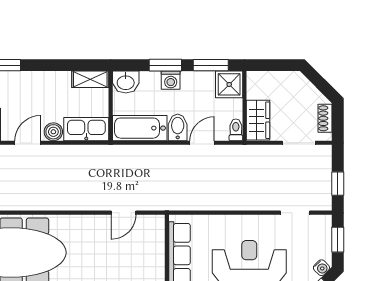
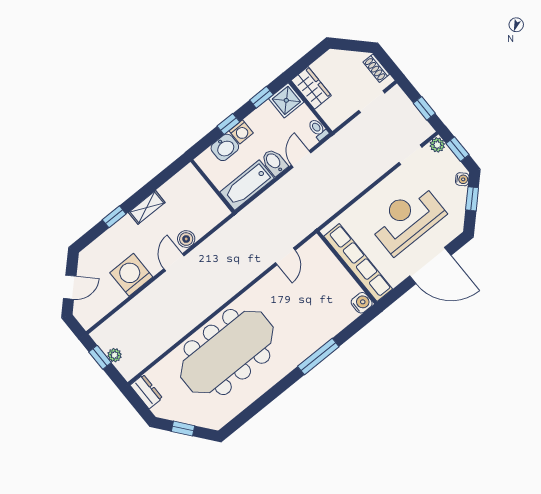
window: (165, 65) -> (228, 124), width x0.67
window: (211, 65) -> (261, 97), width x0.67
shelving: (90, 79) -> (147, 207), moved
washbasin: (126, 82) -> (225, 147), moved
wardrobe: (258, 120) -> (311, 88), moved
kitchen sink: (86, 129) -> (209, 217), removed
plant: (324, 223) -> (437, 145), added

